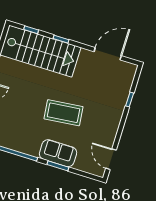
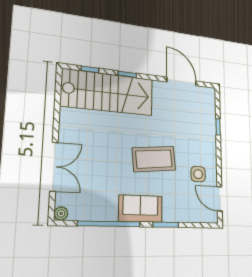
door: (108, 54) -> (182, 81), hinge flipped
side table: (98, 134) -> (198, 174), added
sofa: (58, 153) -> (141, 209), moved

